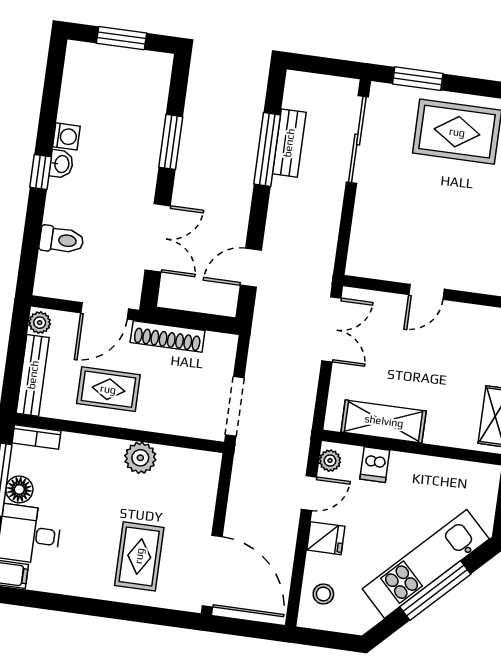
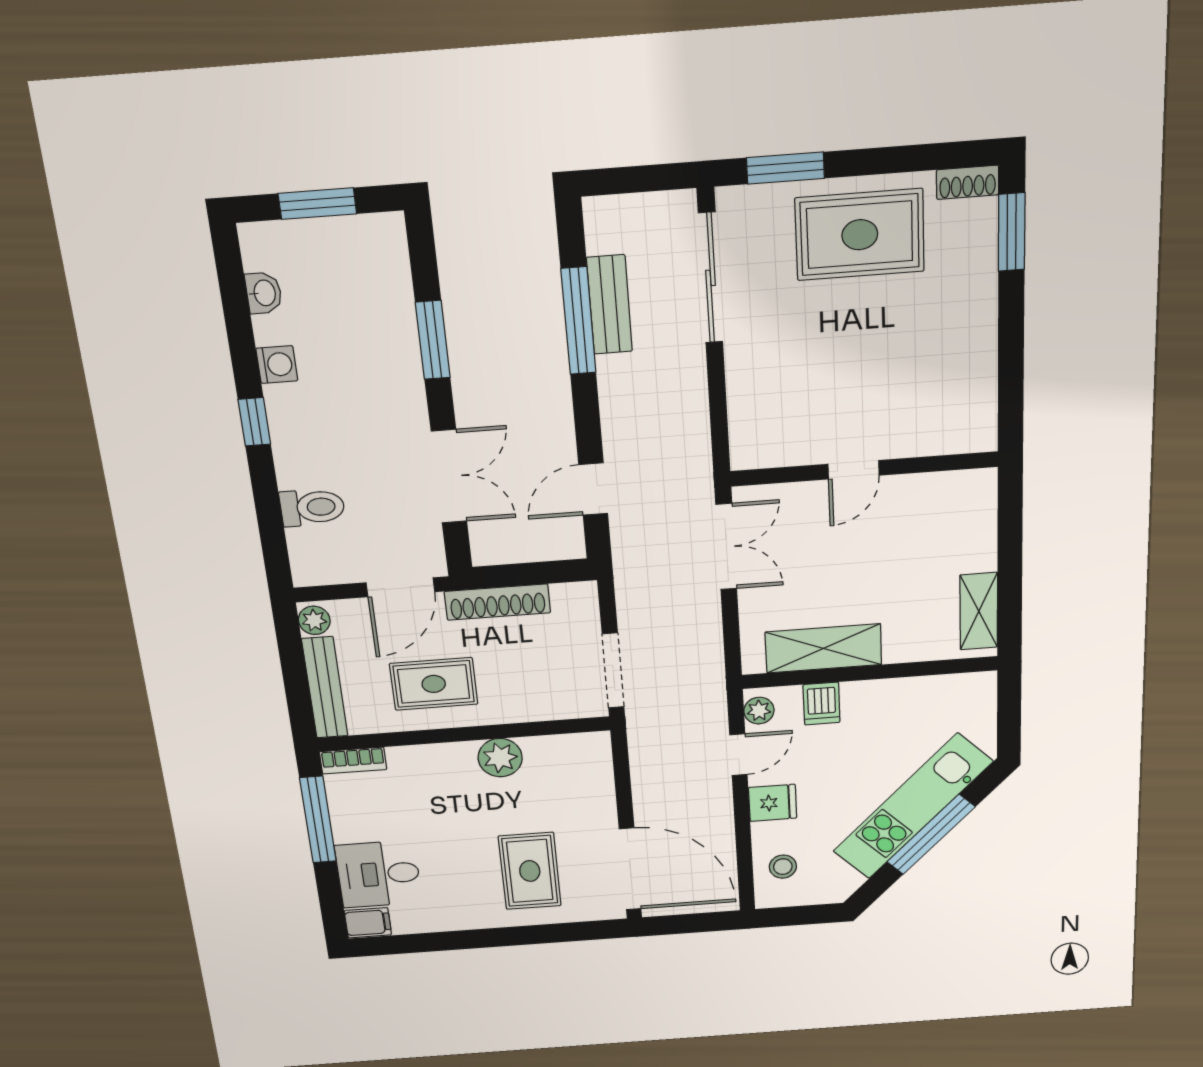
washbasin: (61, 164) -> (264, 293), moved
floor lamp: (19, 489) -> (349, 826), removed

